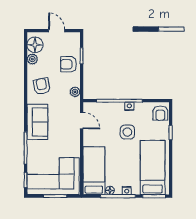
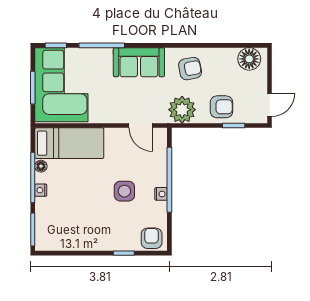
door: (57, 31) -> (270, 105), moved
plant: (32, 59) -> (229, 55), removed
armchair: (68, 64) -> (221, 107), turned 90
plant: (75, 92) -> (182, 110), width x1.87, depth x1.87
armchair: (160, 113) -> (152, 238), turned 90
door: (82, 121) -> (141, 126), hinge flipped
bed: (153, 167) -> (74, 227), removed

